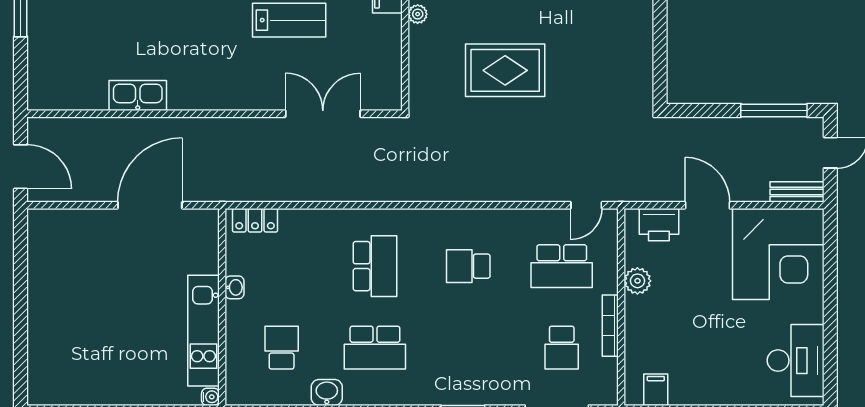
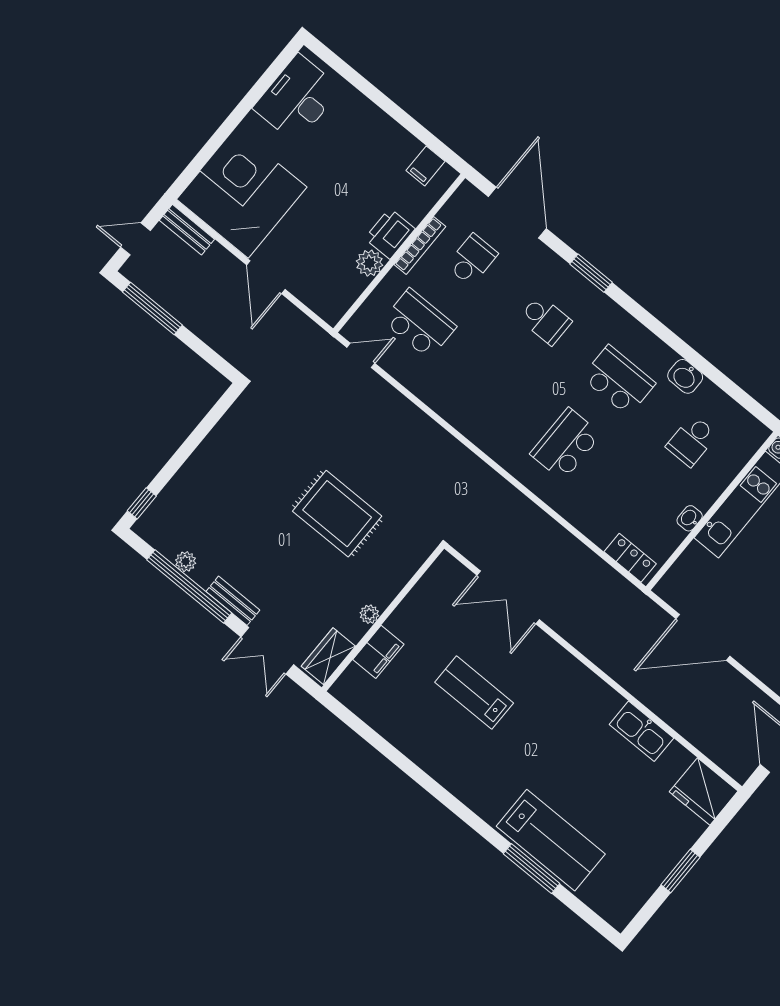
fridge: (53, 89) -> (704, 791), added
printer: (659, 225) -> (390, 234), moved, turned -90
school desk: (468, 266) -> (545, 320), moved

